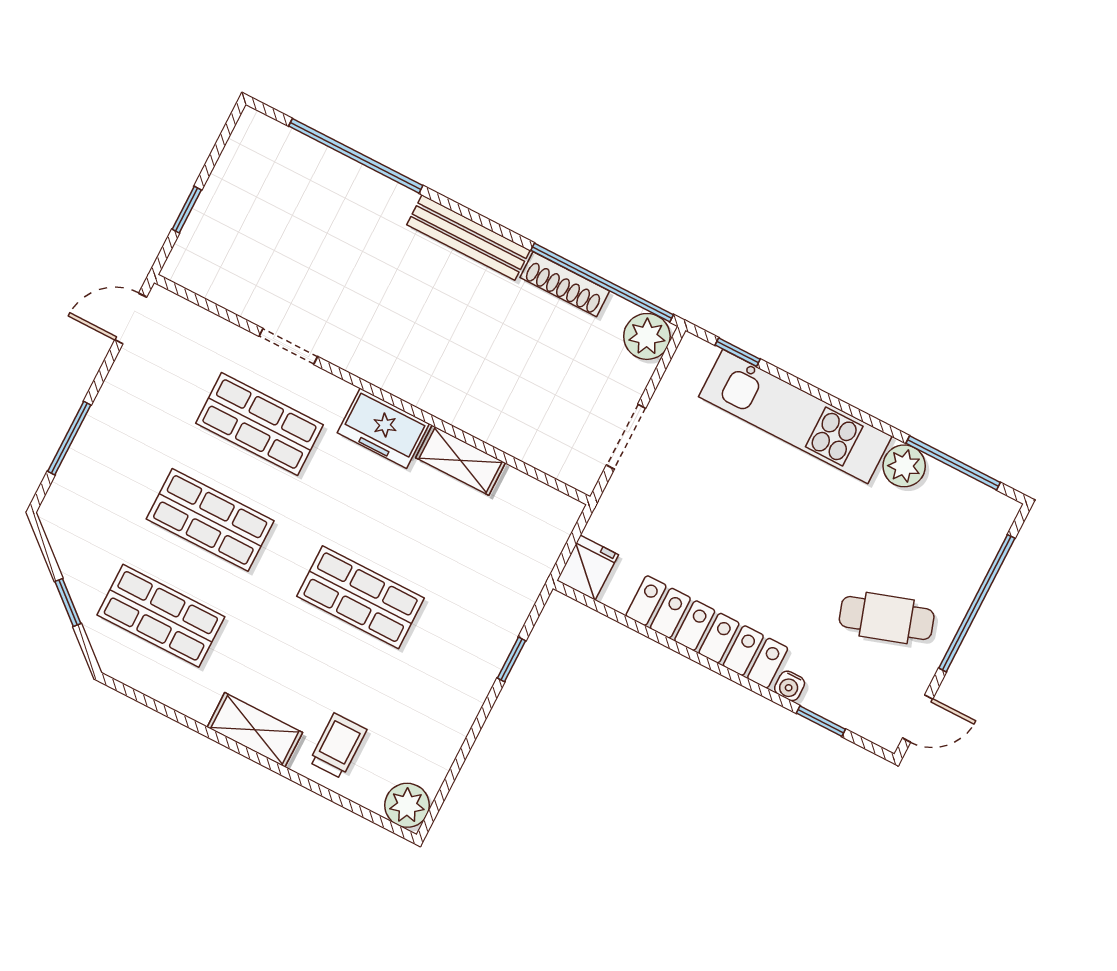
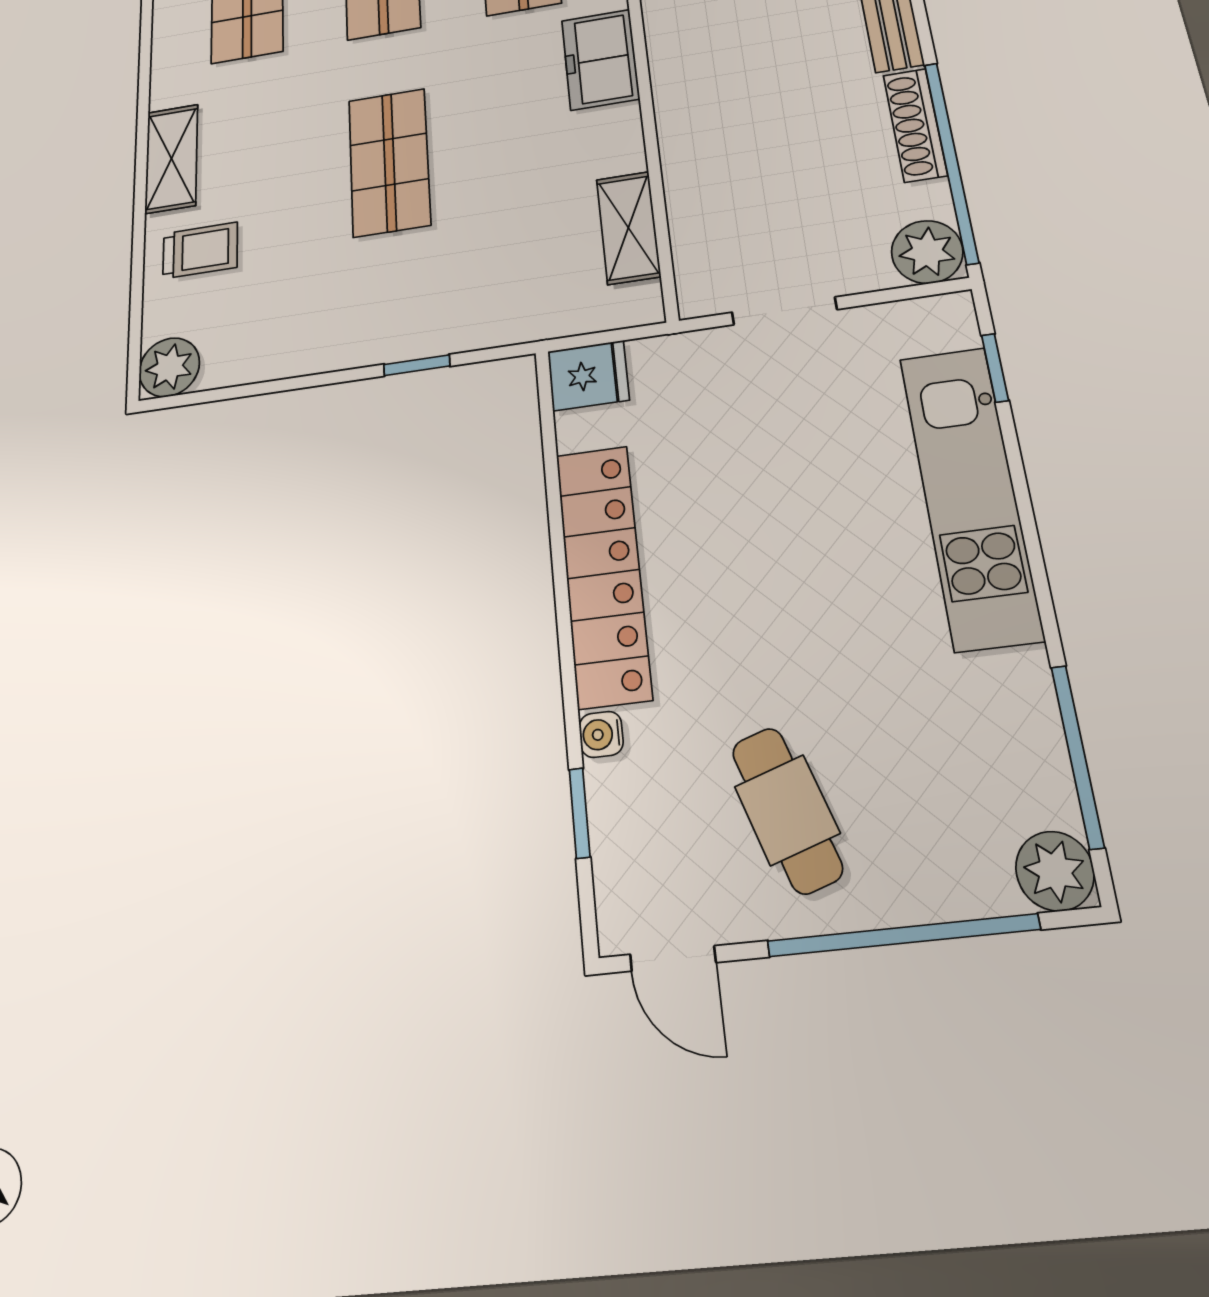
shelving: (460, 460) -> (628, 228), moved
plant: (904, 466) -> (1055, 871), moved

